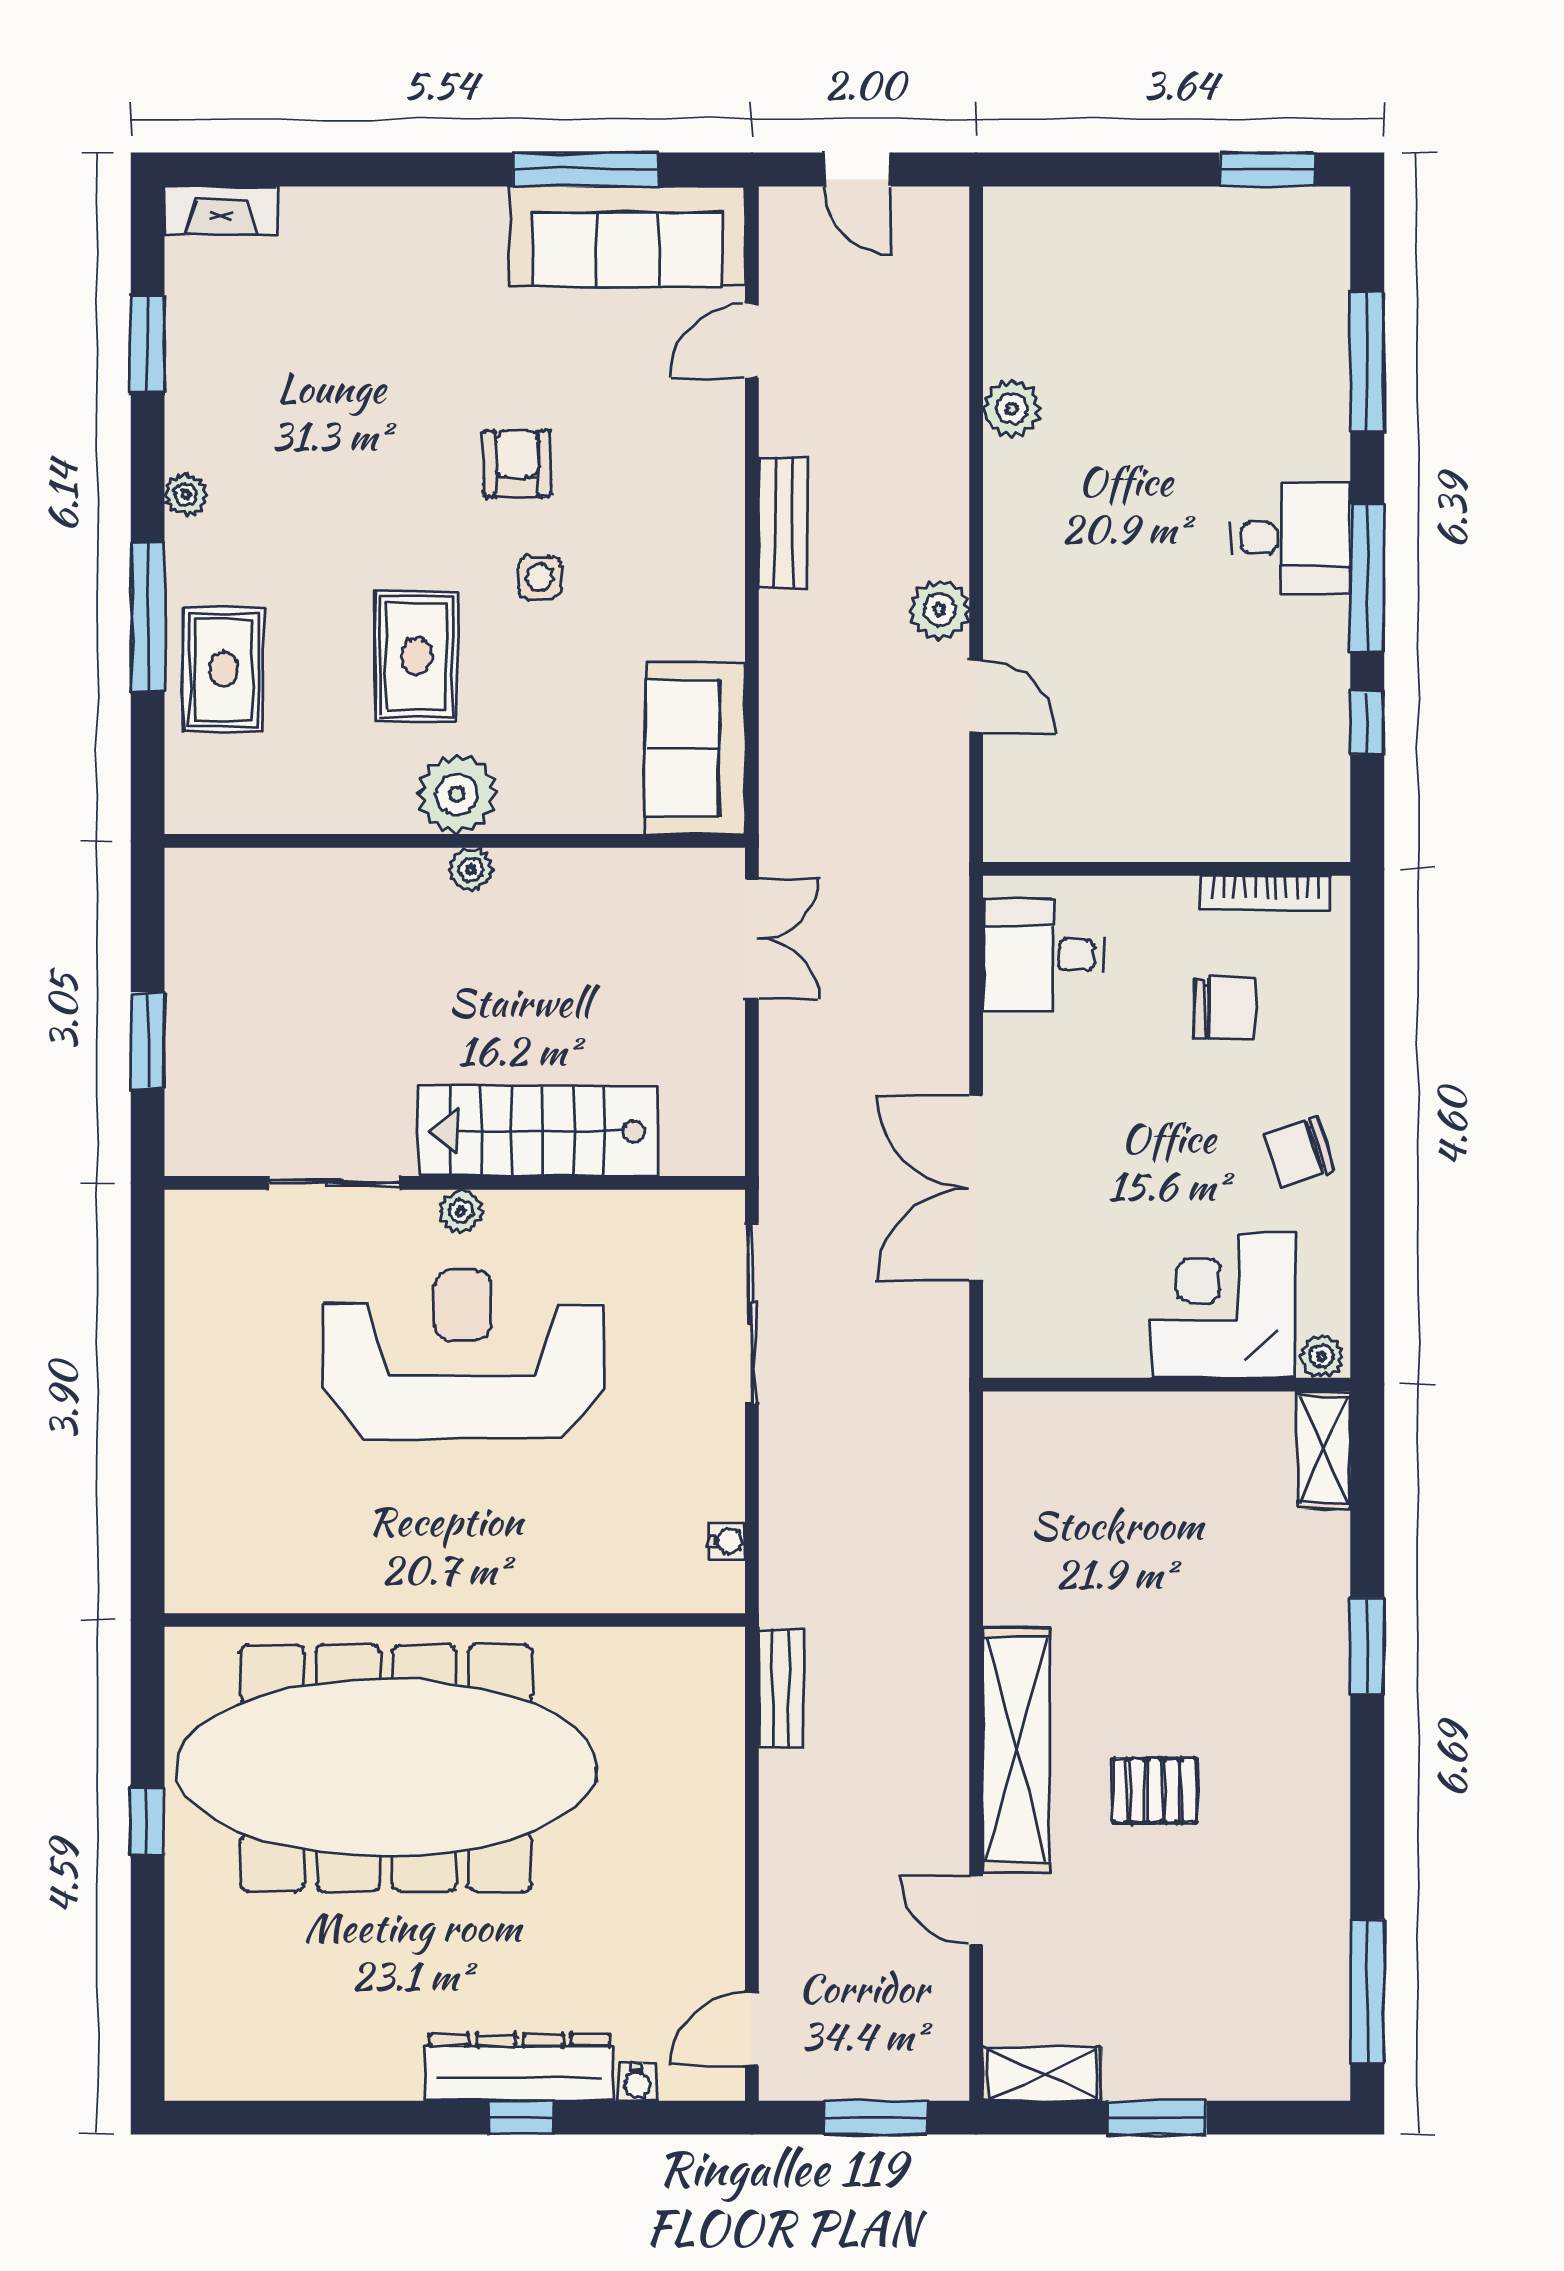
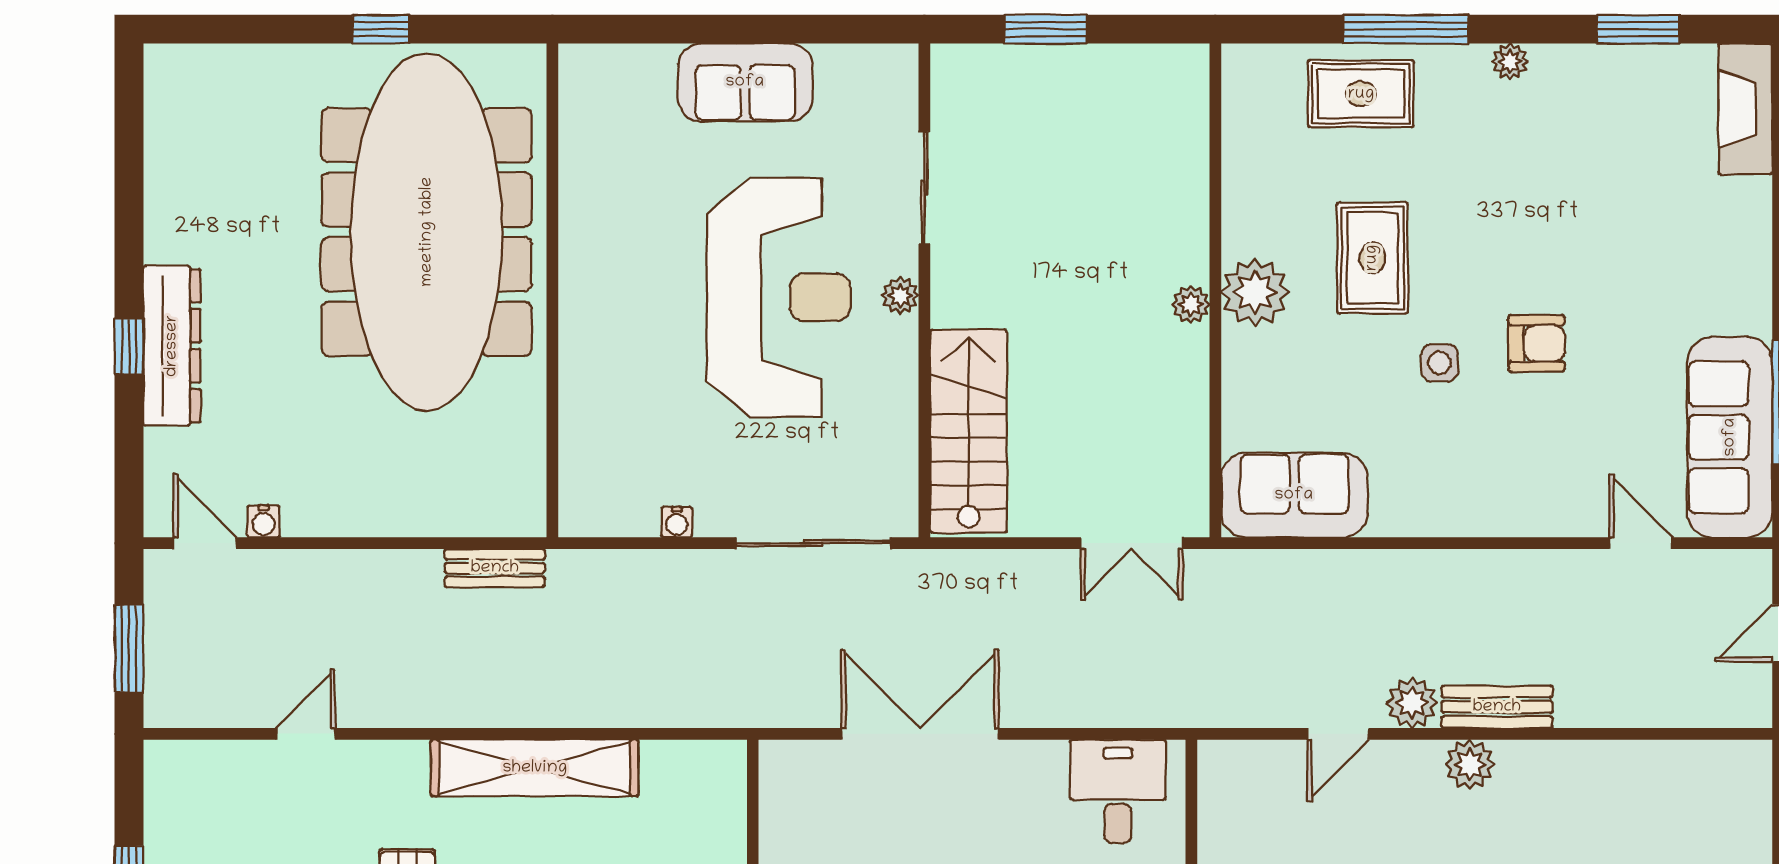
fireplace: (221, 210) -> (1745, 109), width x1.37, depth x1.32
plant: (1012, 409) -> (1470, 764), moved
bench: (784, 523) -> (1497, 707), moved
rug: (417, 656) -> (1372, 258), turned 90
stairs: (538, 1131) -> (968, 431), moved
sofa: (210, 1393) -> (745, 82), added
water cooler: (727, 1541) -> (677, 522), moved
shelving: (1016, 1750) -> (535, 768), moved
shelving: (1042, 2074) -> (166, 790), removed
water cooler: (637, 2082) -> (264, 521), moved, turned -90

